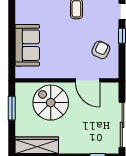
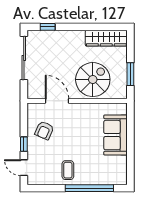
spiral stairs: (51, 103) -> (93, 80), turned -90

